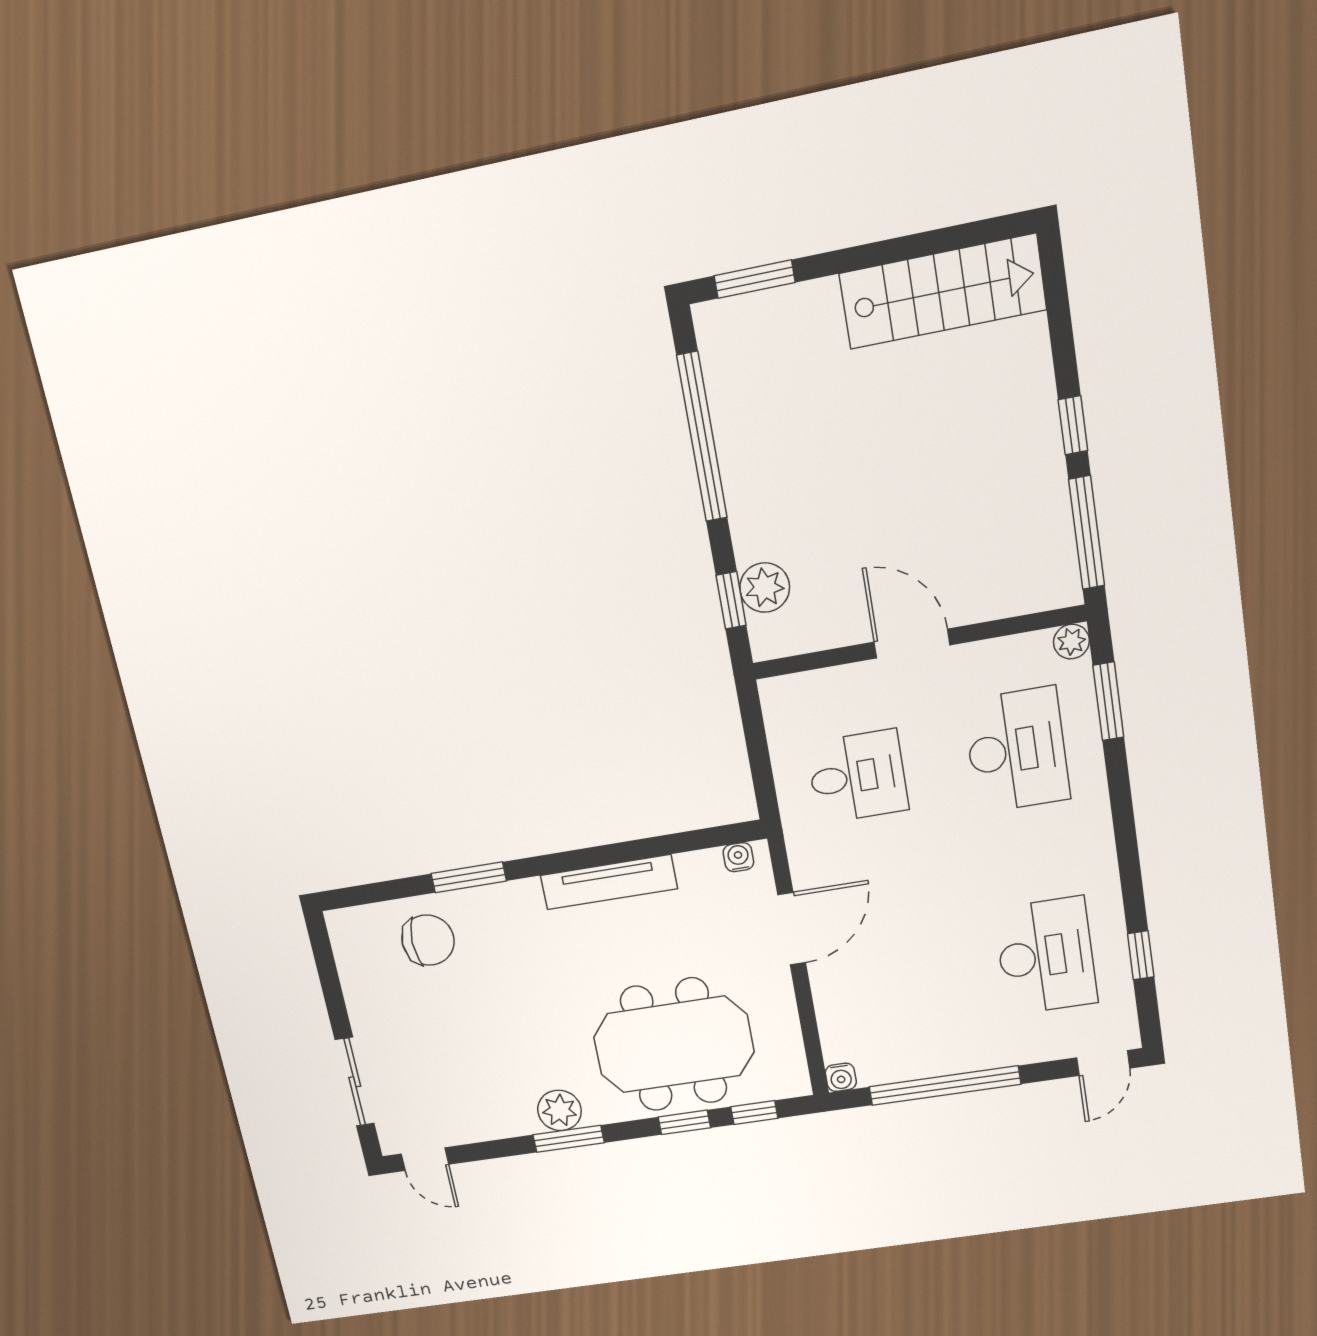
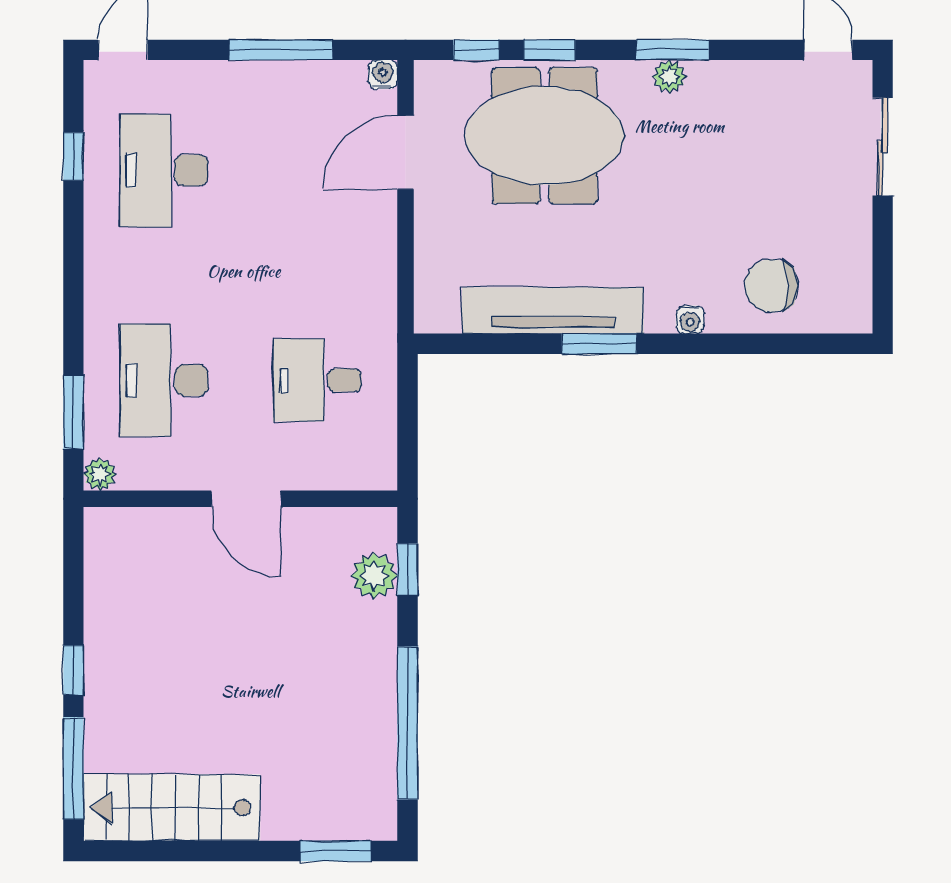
window: (1087, 533) -> (73, 768), moved
water cooler: (738, 857) -> (690, 320), moved
window: (469, 877) -> (599, 344), moved
tv unit: (609, 882) -> (553, 310), width x1.36, depth x1.29
door: (792, 929) -> (406, 152), moved
window: (945, 1085) -> (281, 50), width x0.68
plant: (559, 1110) -> (669, 76), width x0.73, depth x0.73

